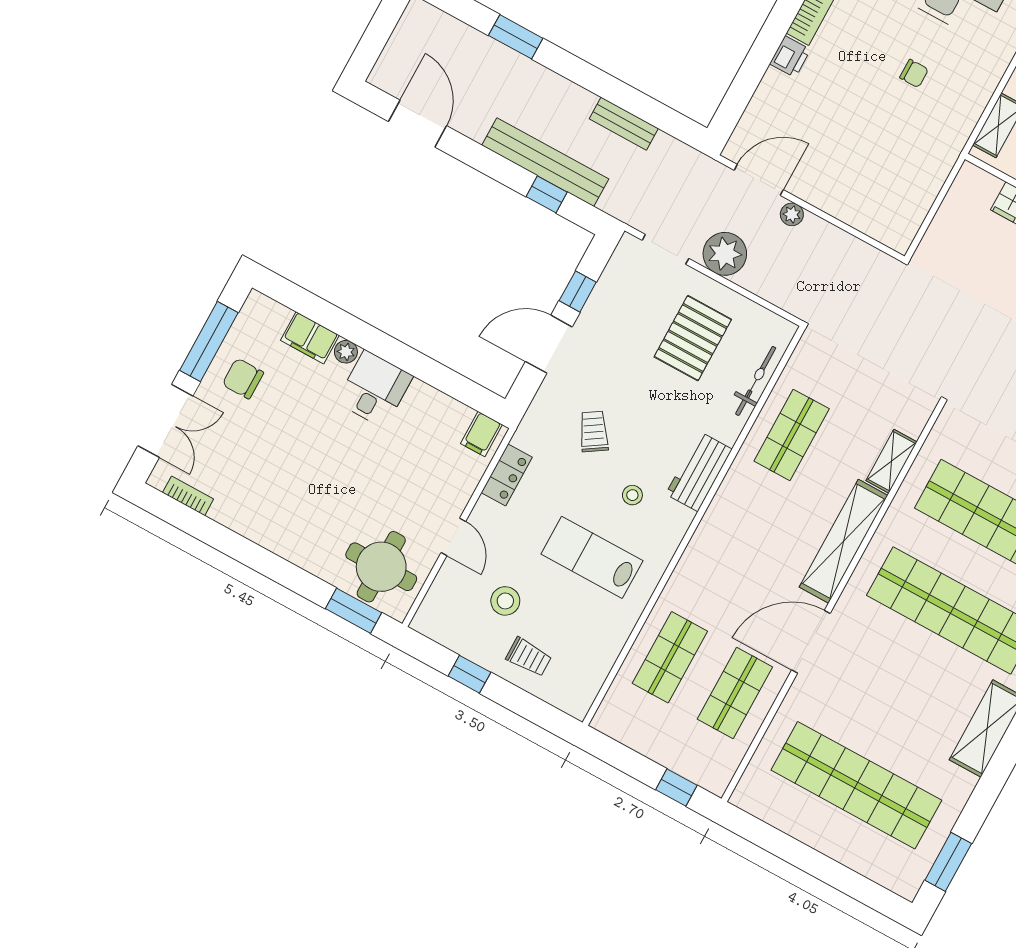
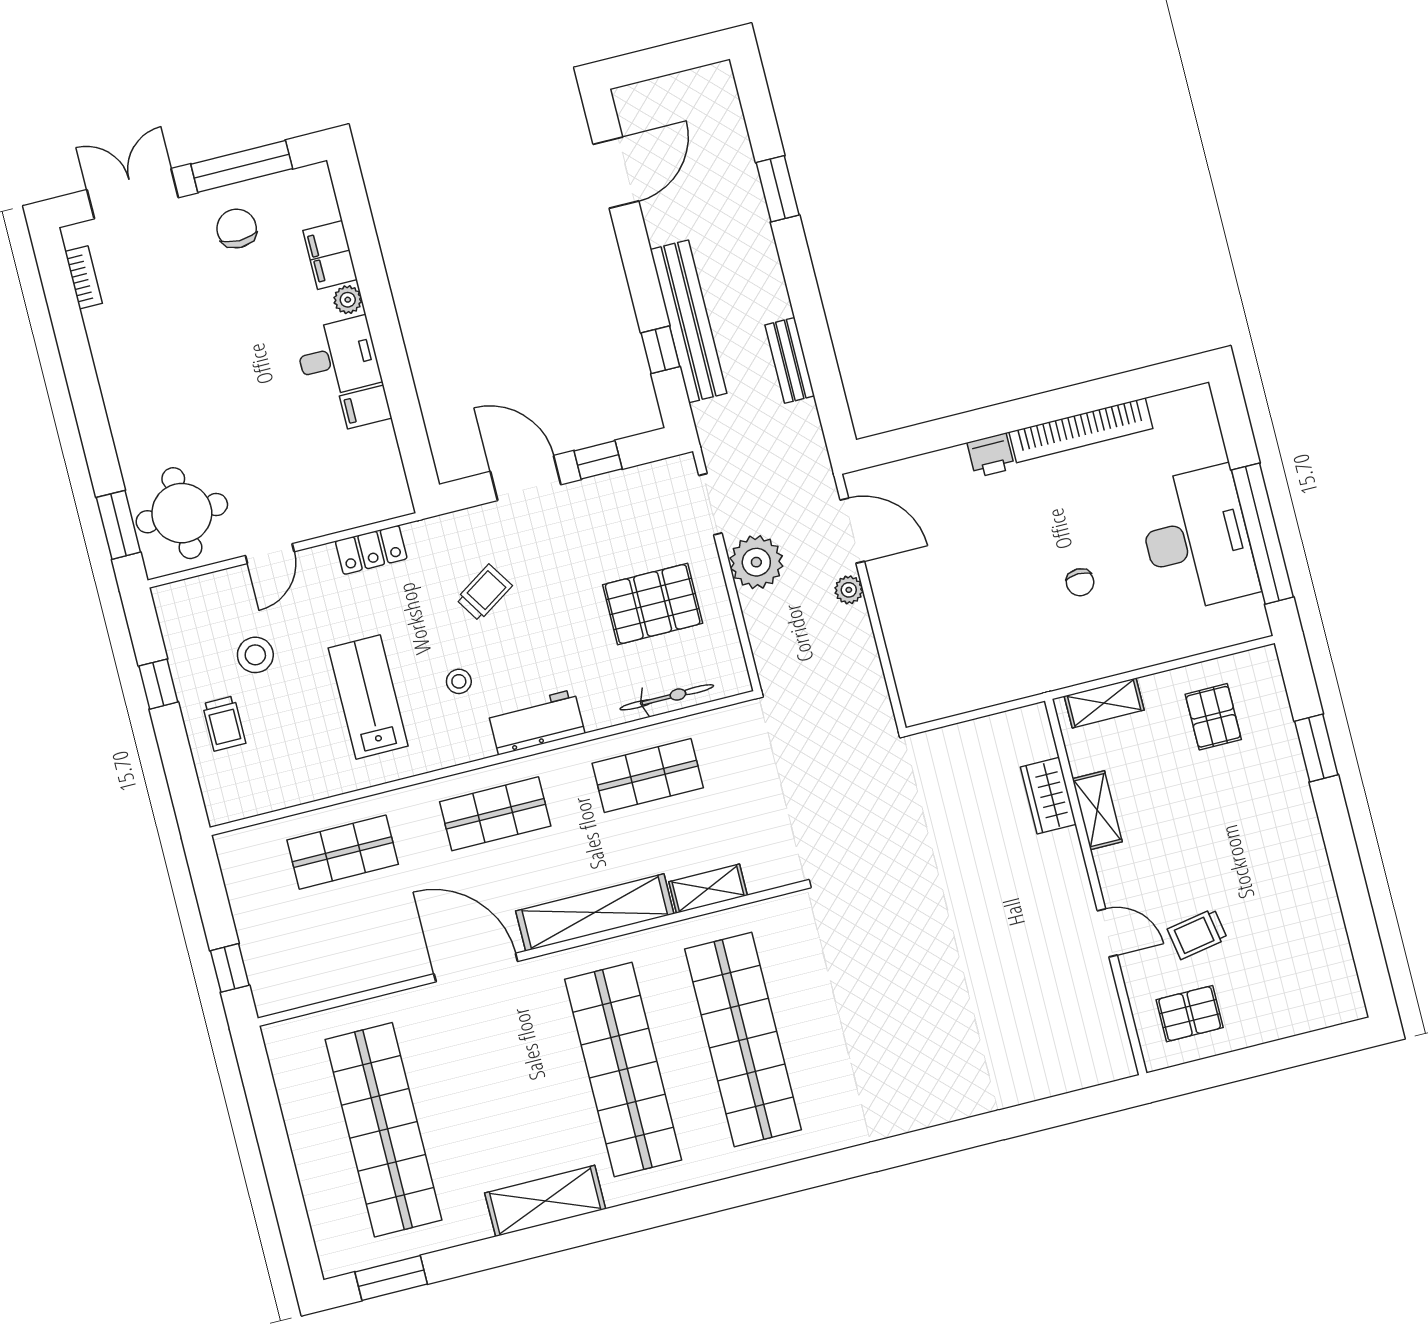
double door: (165, 421) -> (133, 194), swing flipped
filing cabinet: (481, 434) -> (366, 407), moved
shop shelf: (735, 693) -> (495, 814), moved

